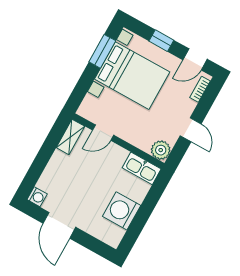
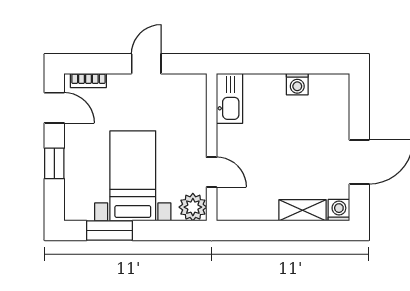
bed with nightstands: (132, 76) -> (133, 176), width x0.73
shelving: (70, 137) -> (303, 210), moved
plant: (161, 150) -> (193, 207), moved
washing machine: (122, 211) -> (297, 84), width x0.53, depth x0.53

